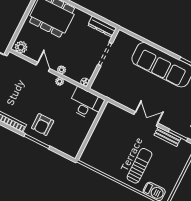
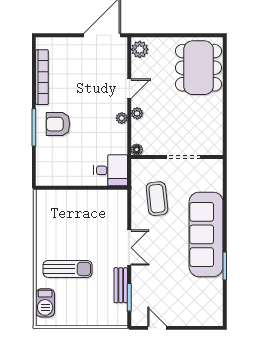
dresser: (102, 27) -> (216, 136), removed
coffee table: (123, 85) -> (157, 199), added
desk: (86, 104) -> (111, 170), width x0.73

